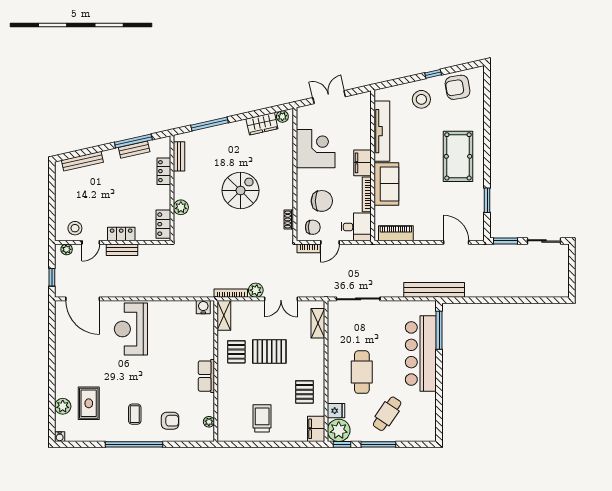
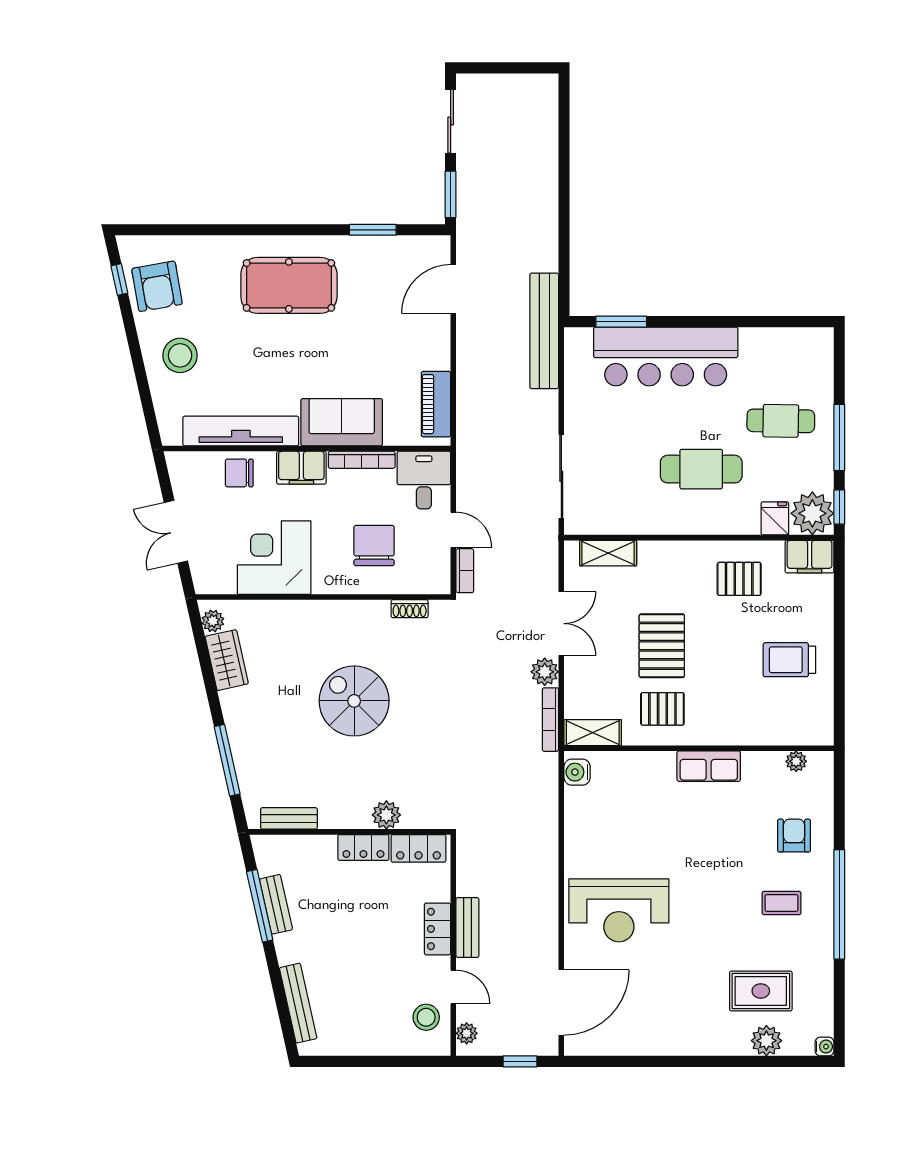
window: (433, 74) -> (119, 279), moved
locker: (164, 171) -> (363, 848), moved
chair: (313, 227) -> (239, 473), moved, turned -90
window: (439, 330) -> (621, 322), width x0.69
cafe table: (387, 414) -> (781, 421), turned -33

